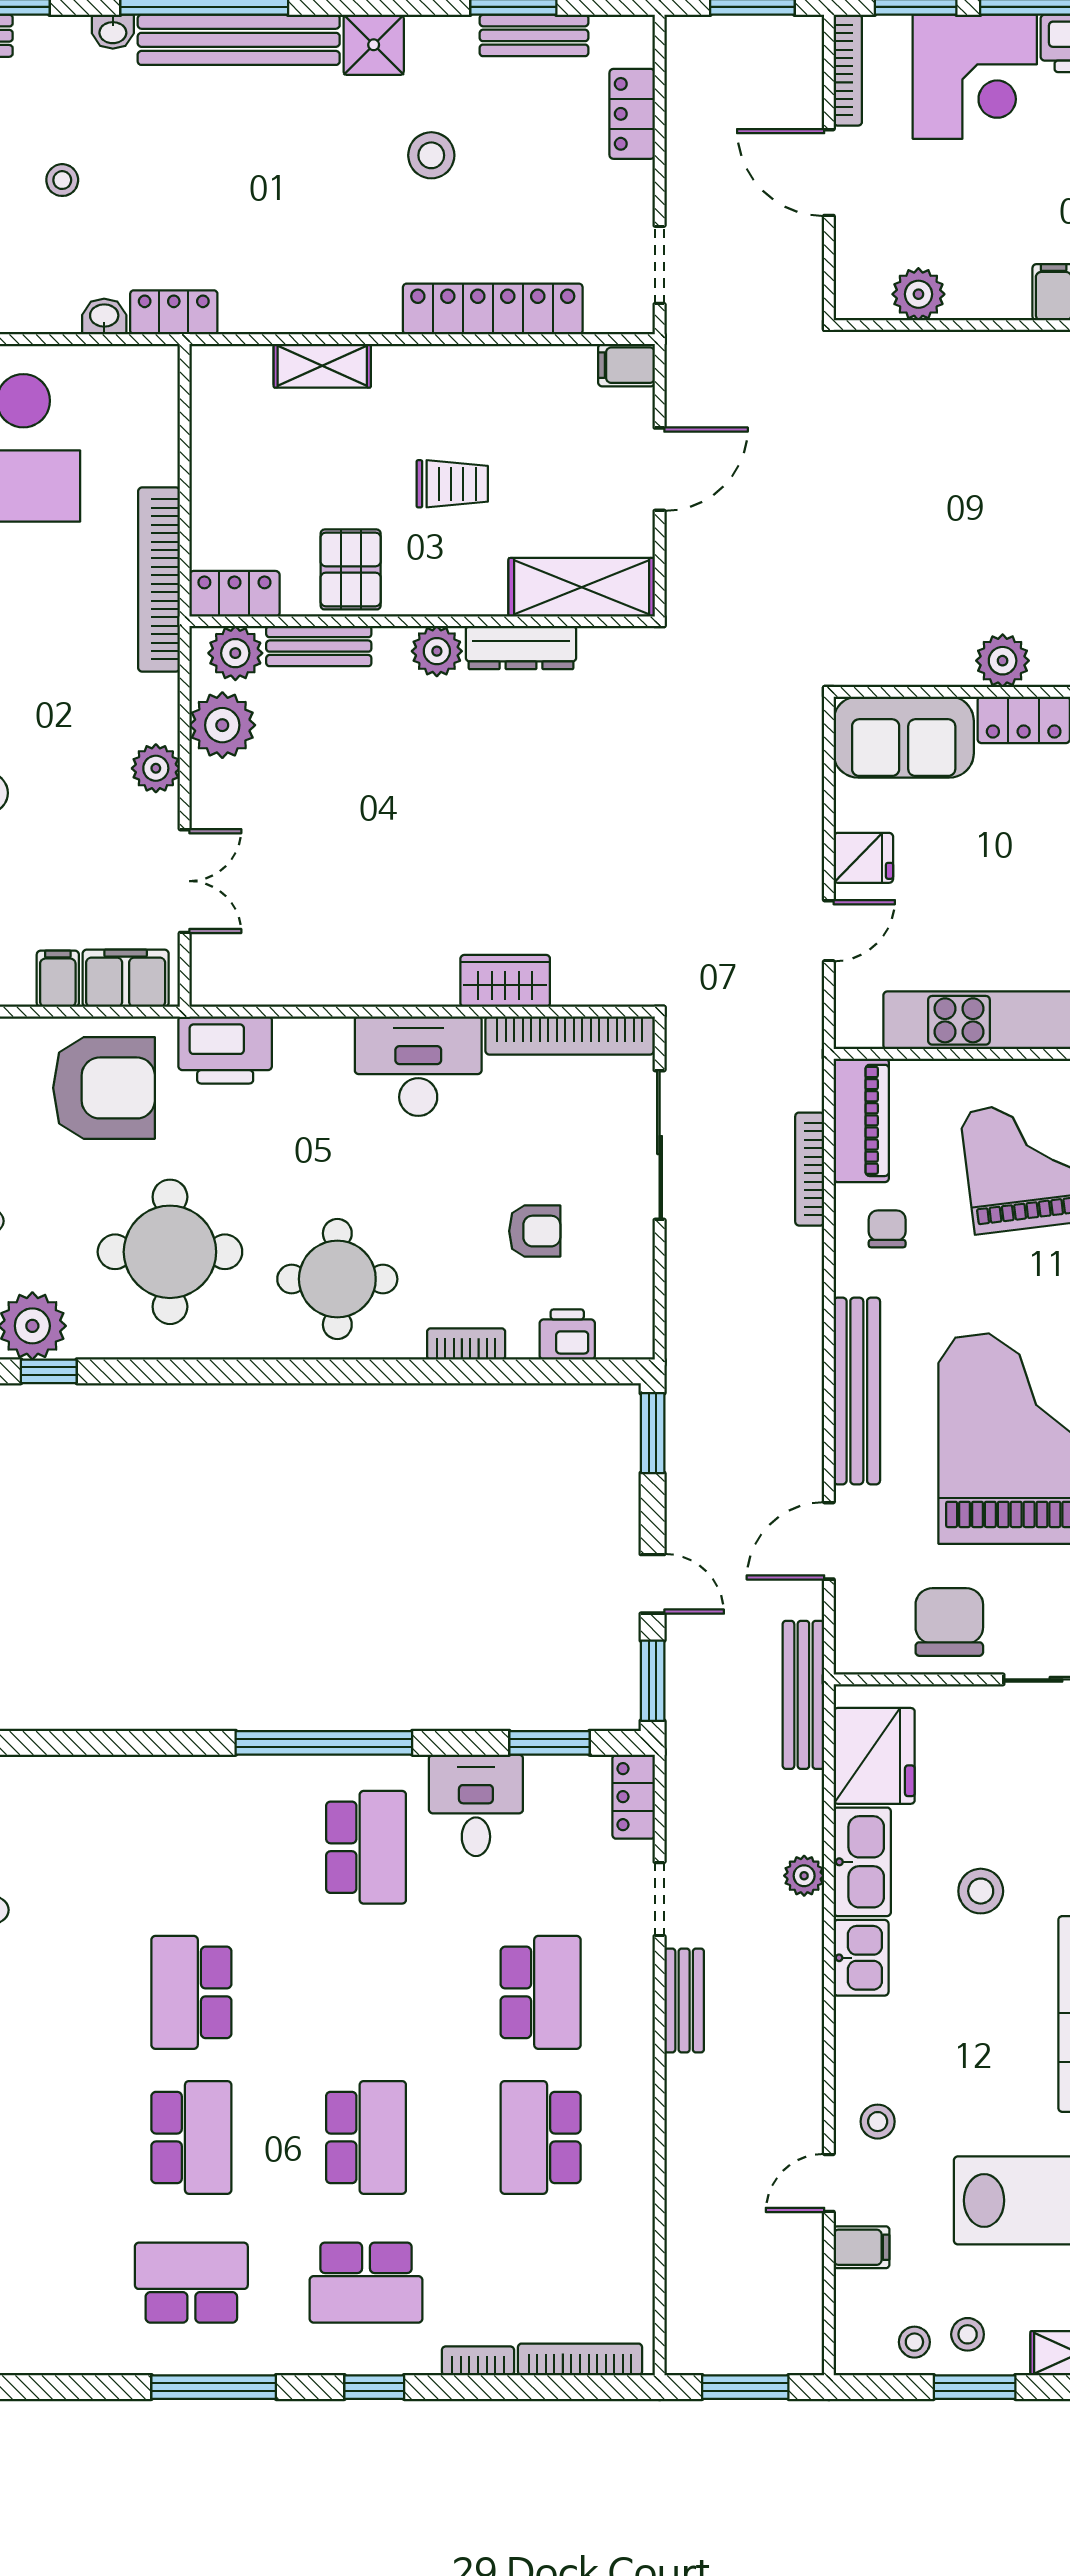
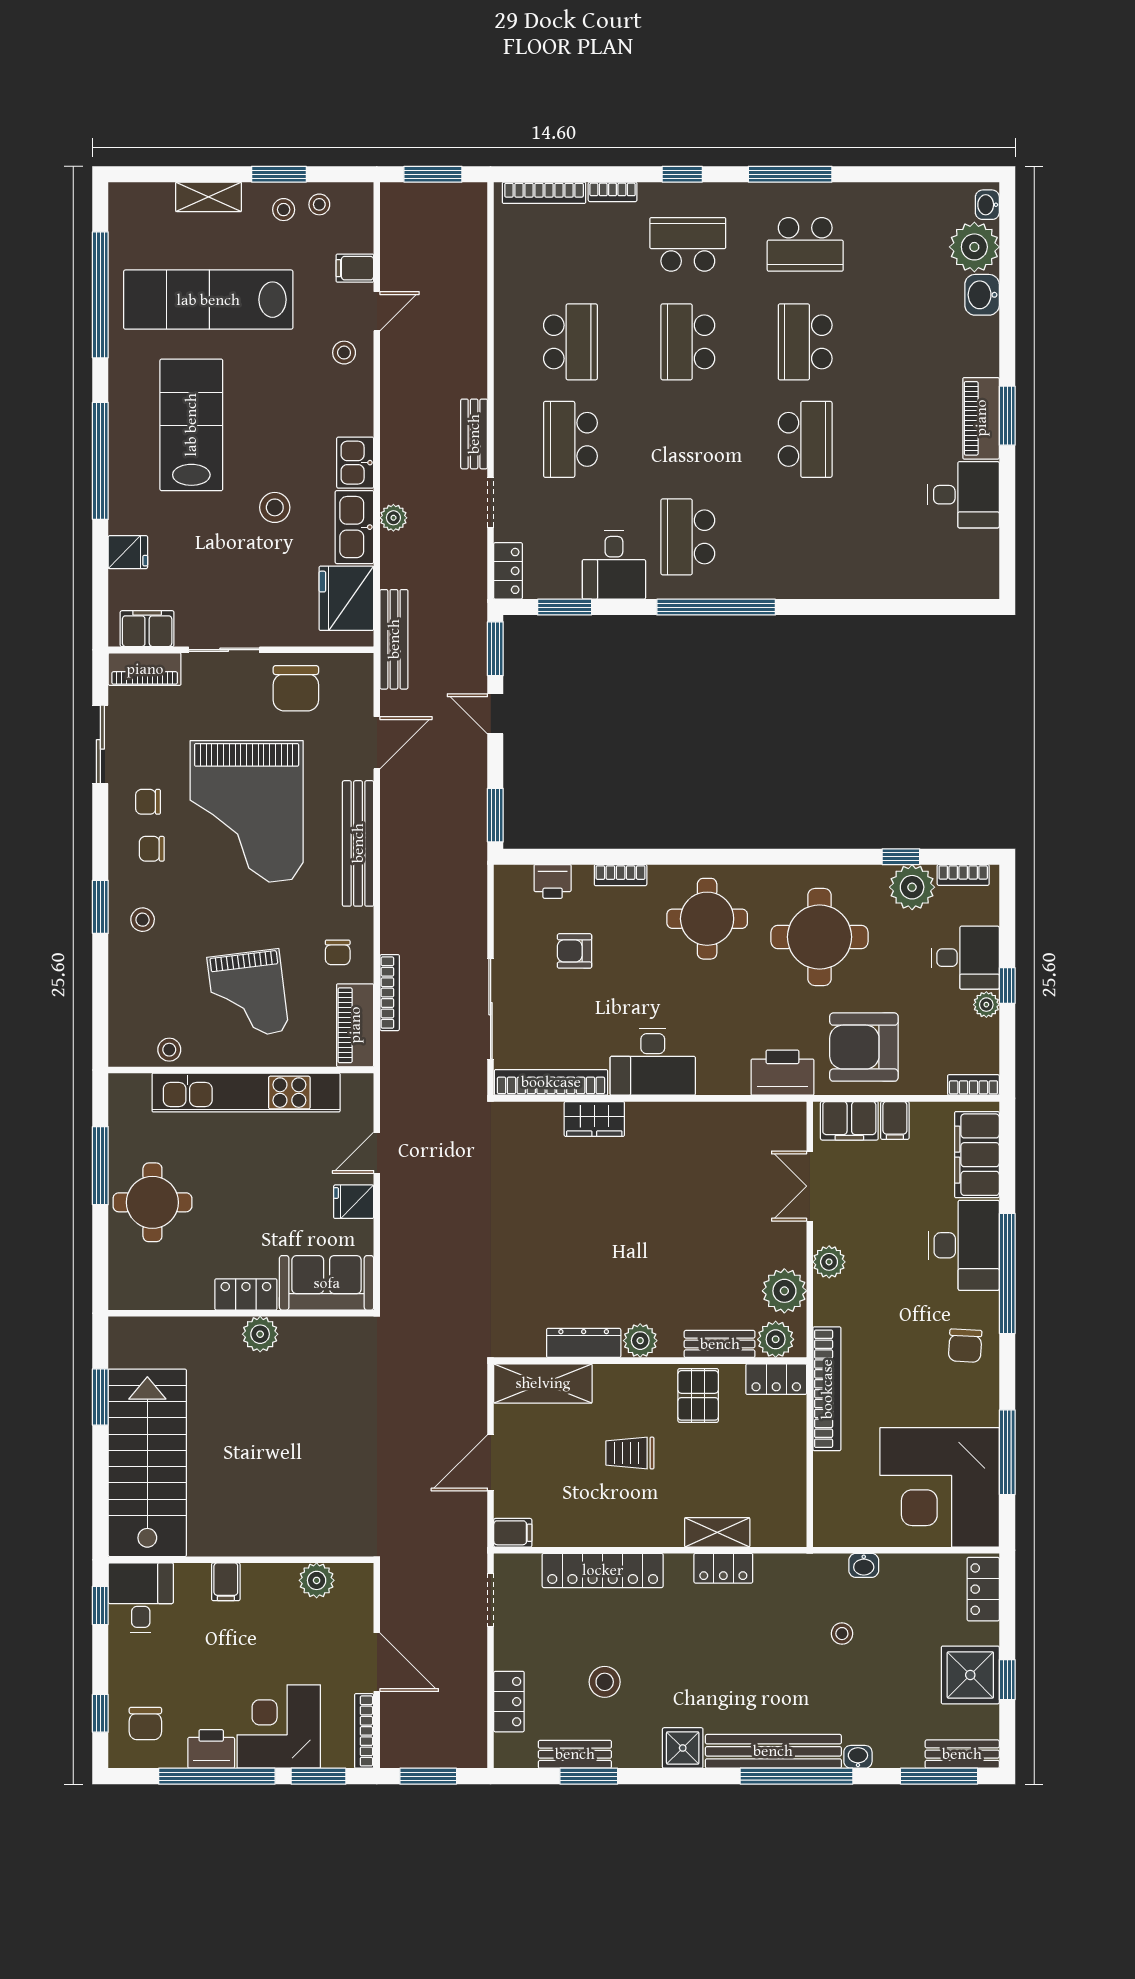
stool: (431, 155) -> (605, 1682), moved
stool: (62, 180) -> (842, 1634), moved
locker: (174, 312) -> (723, 1568), moved

